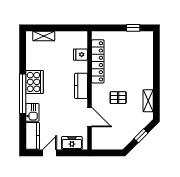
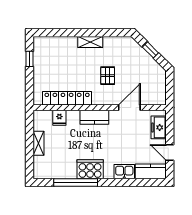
shelving: (44, 36) -> (39, 143), moved
window: (23, 94) -> (76, 183), moved
shelving: (148, 101) -> (90, 42), moved

